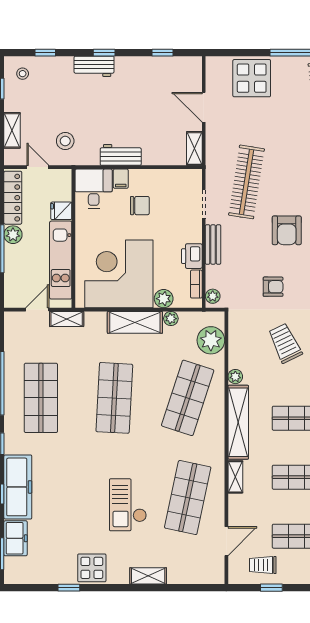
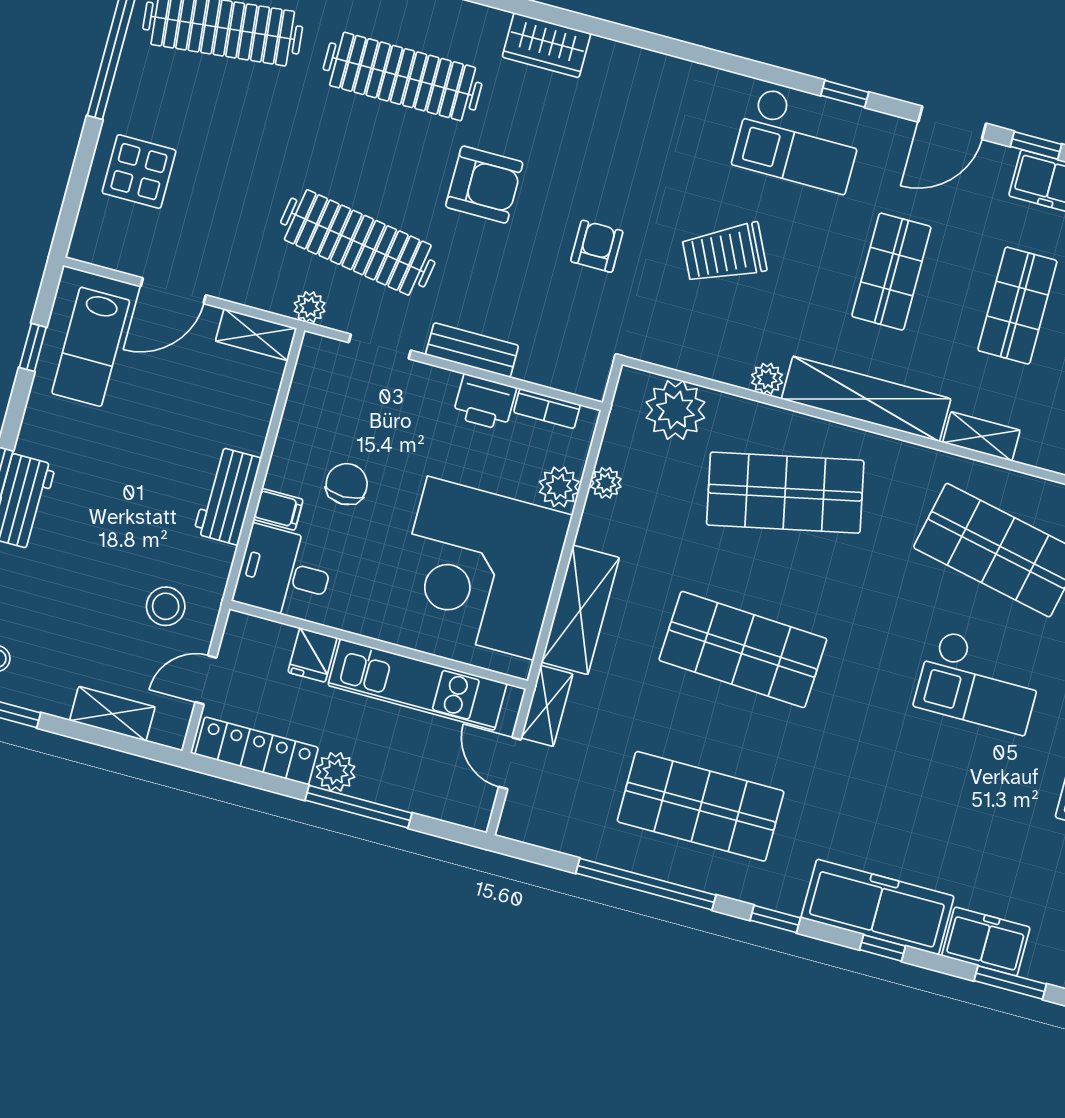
lab bench: (170, 78) -> (91, 347), added
display table: (252, 78) -> (139, 172), width x0.73, depth x0.73
plant: (213, 296) -> (310, 307), moved
shelving: (135, 322) -> (580, 610), moved
shop shelf: (188, 398) -> (785, 493), turned -30

